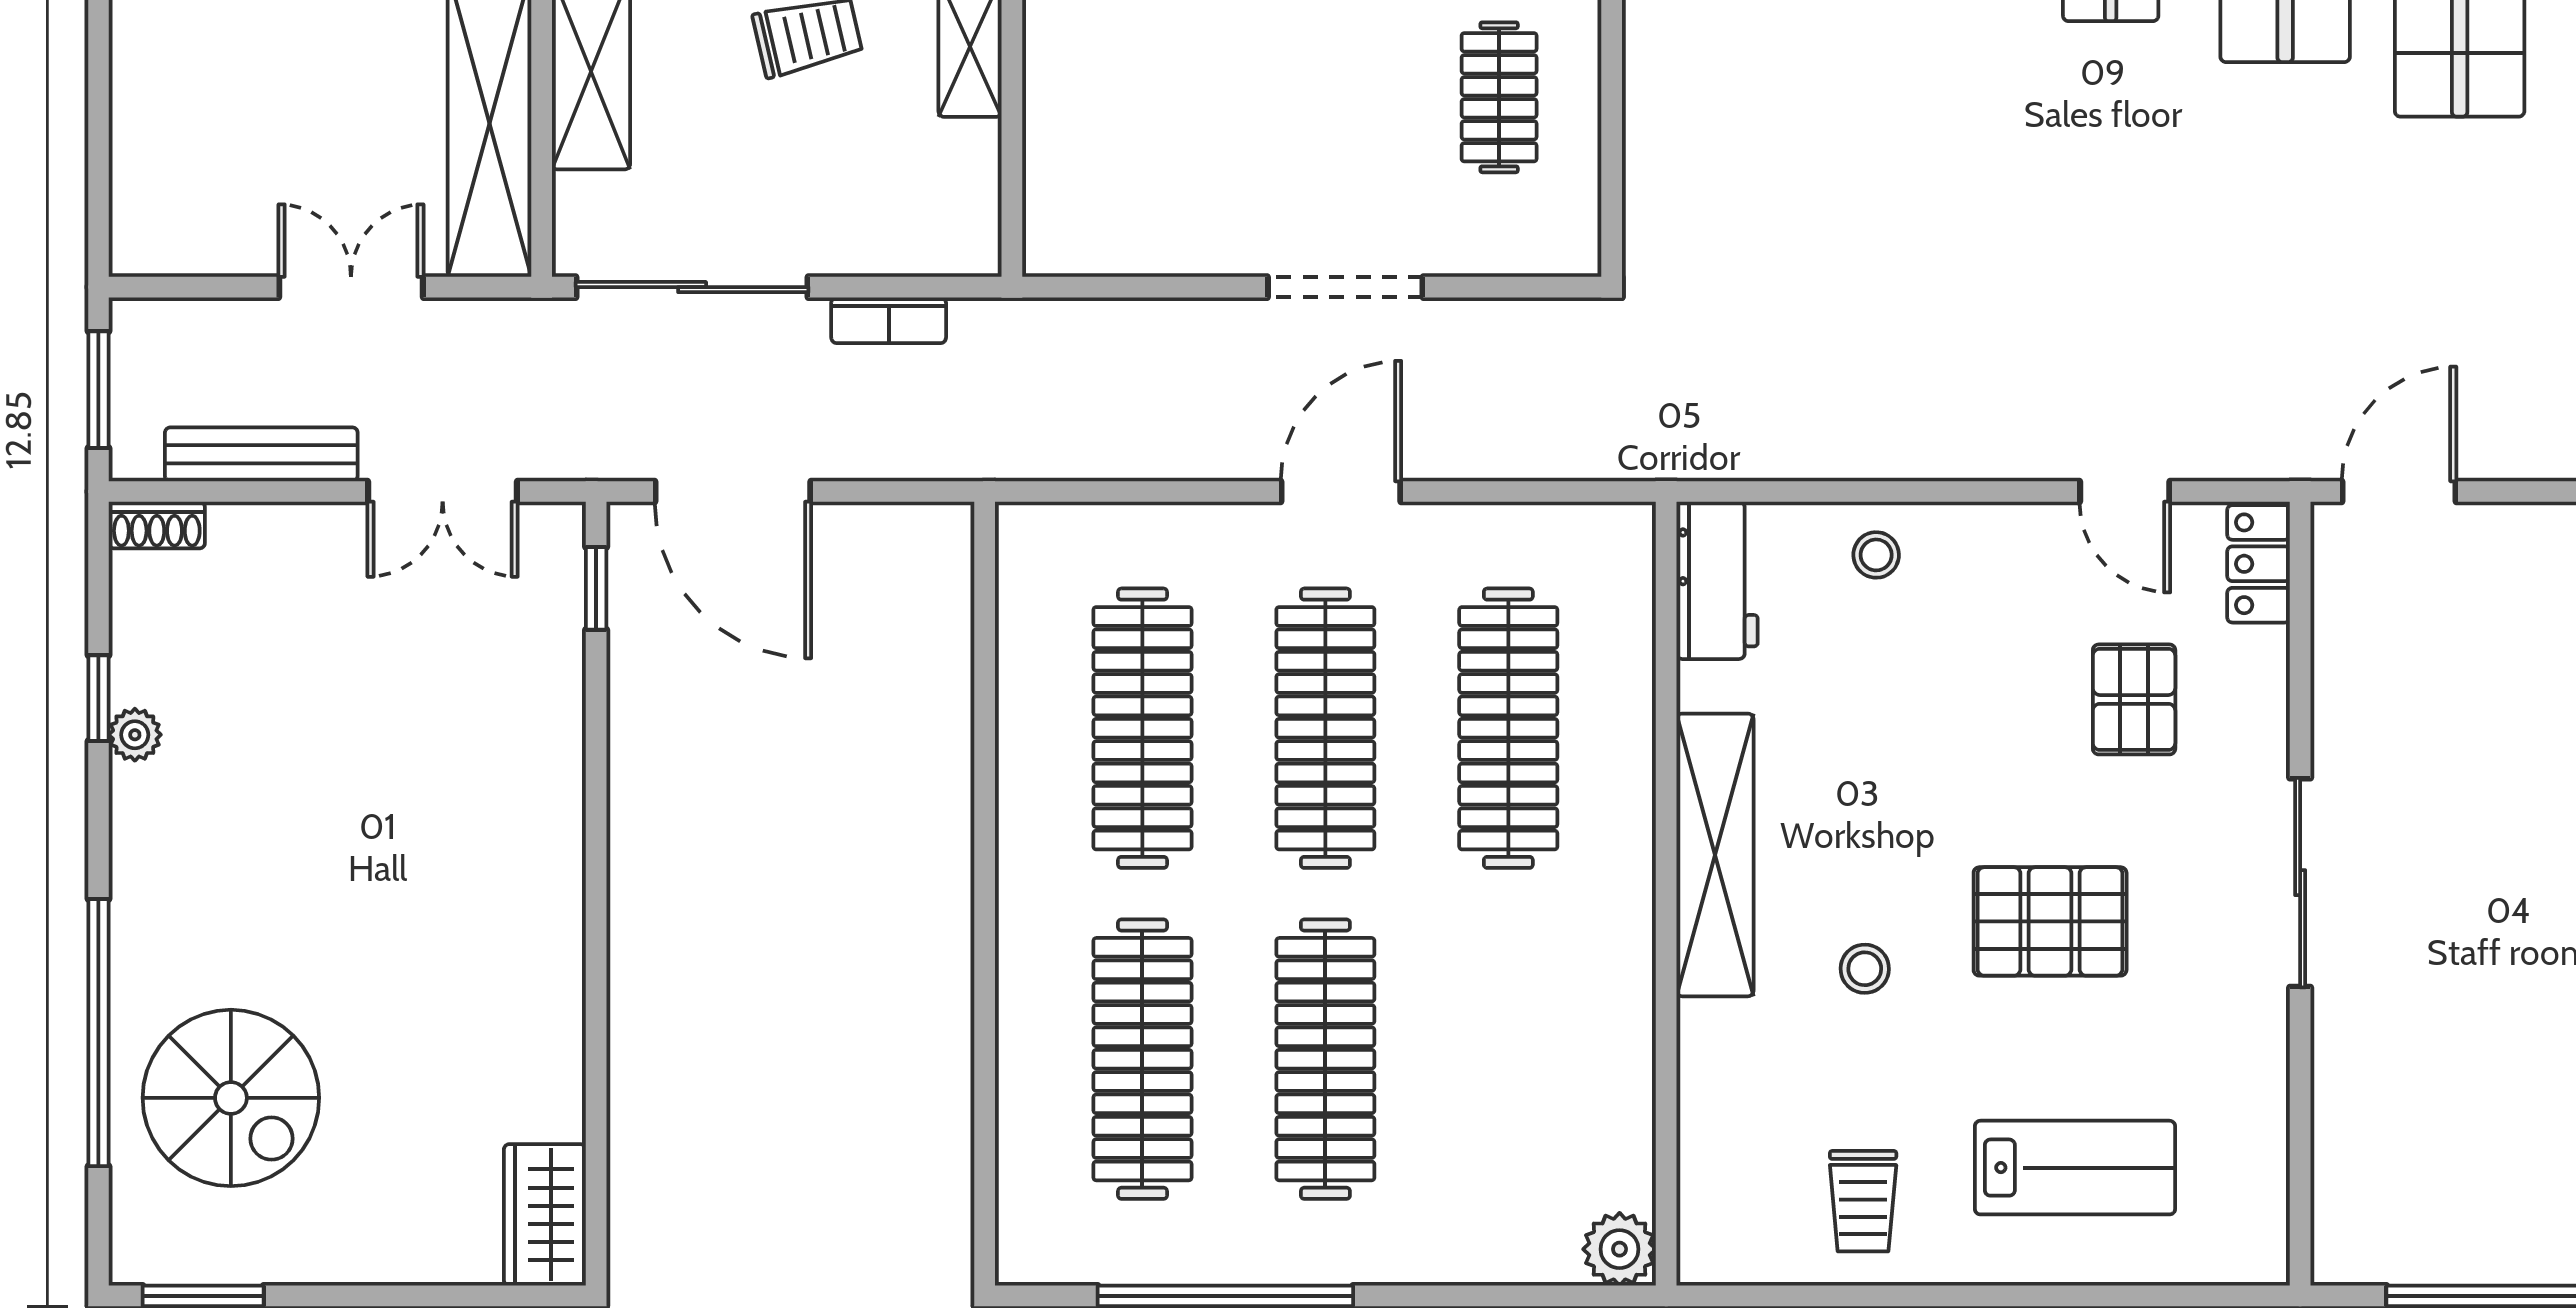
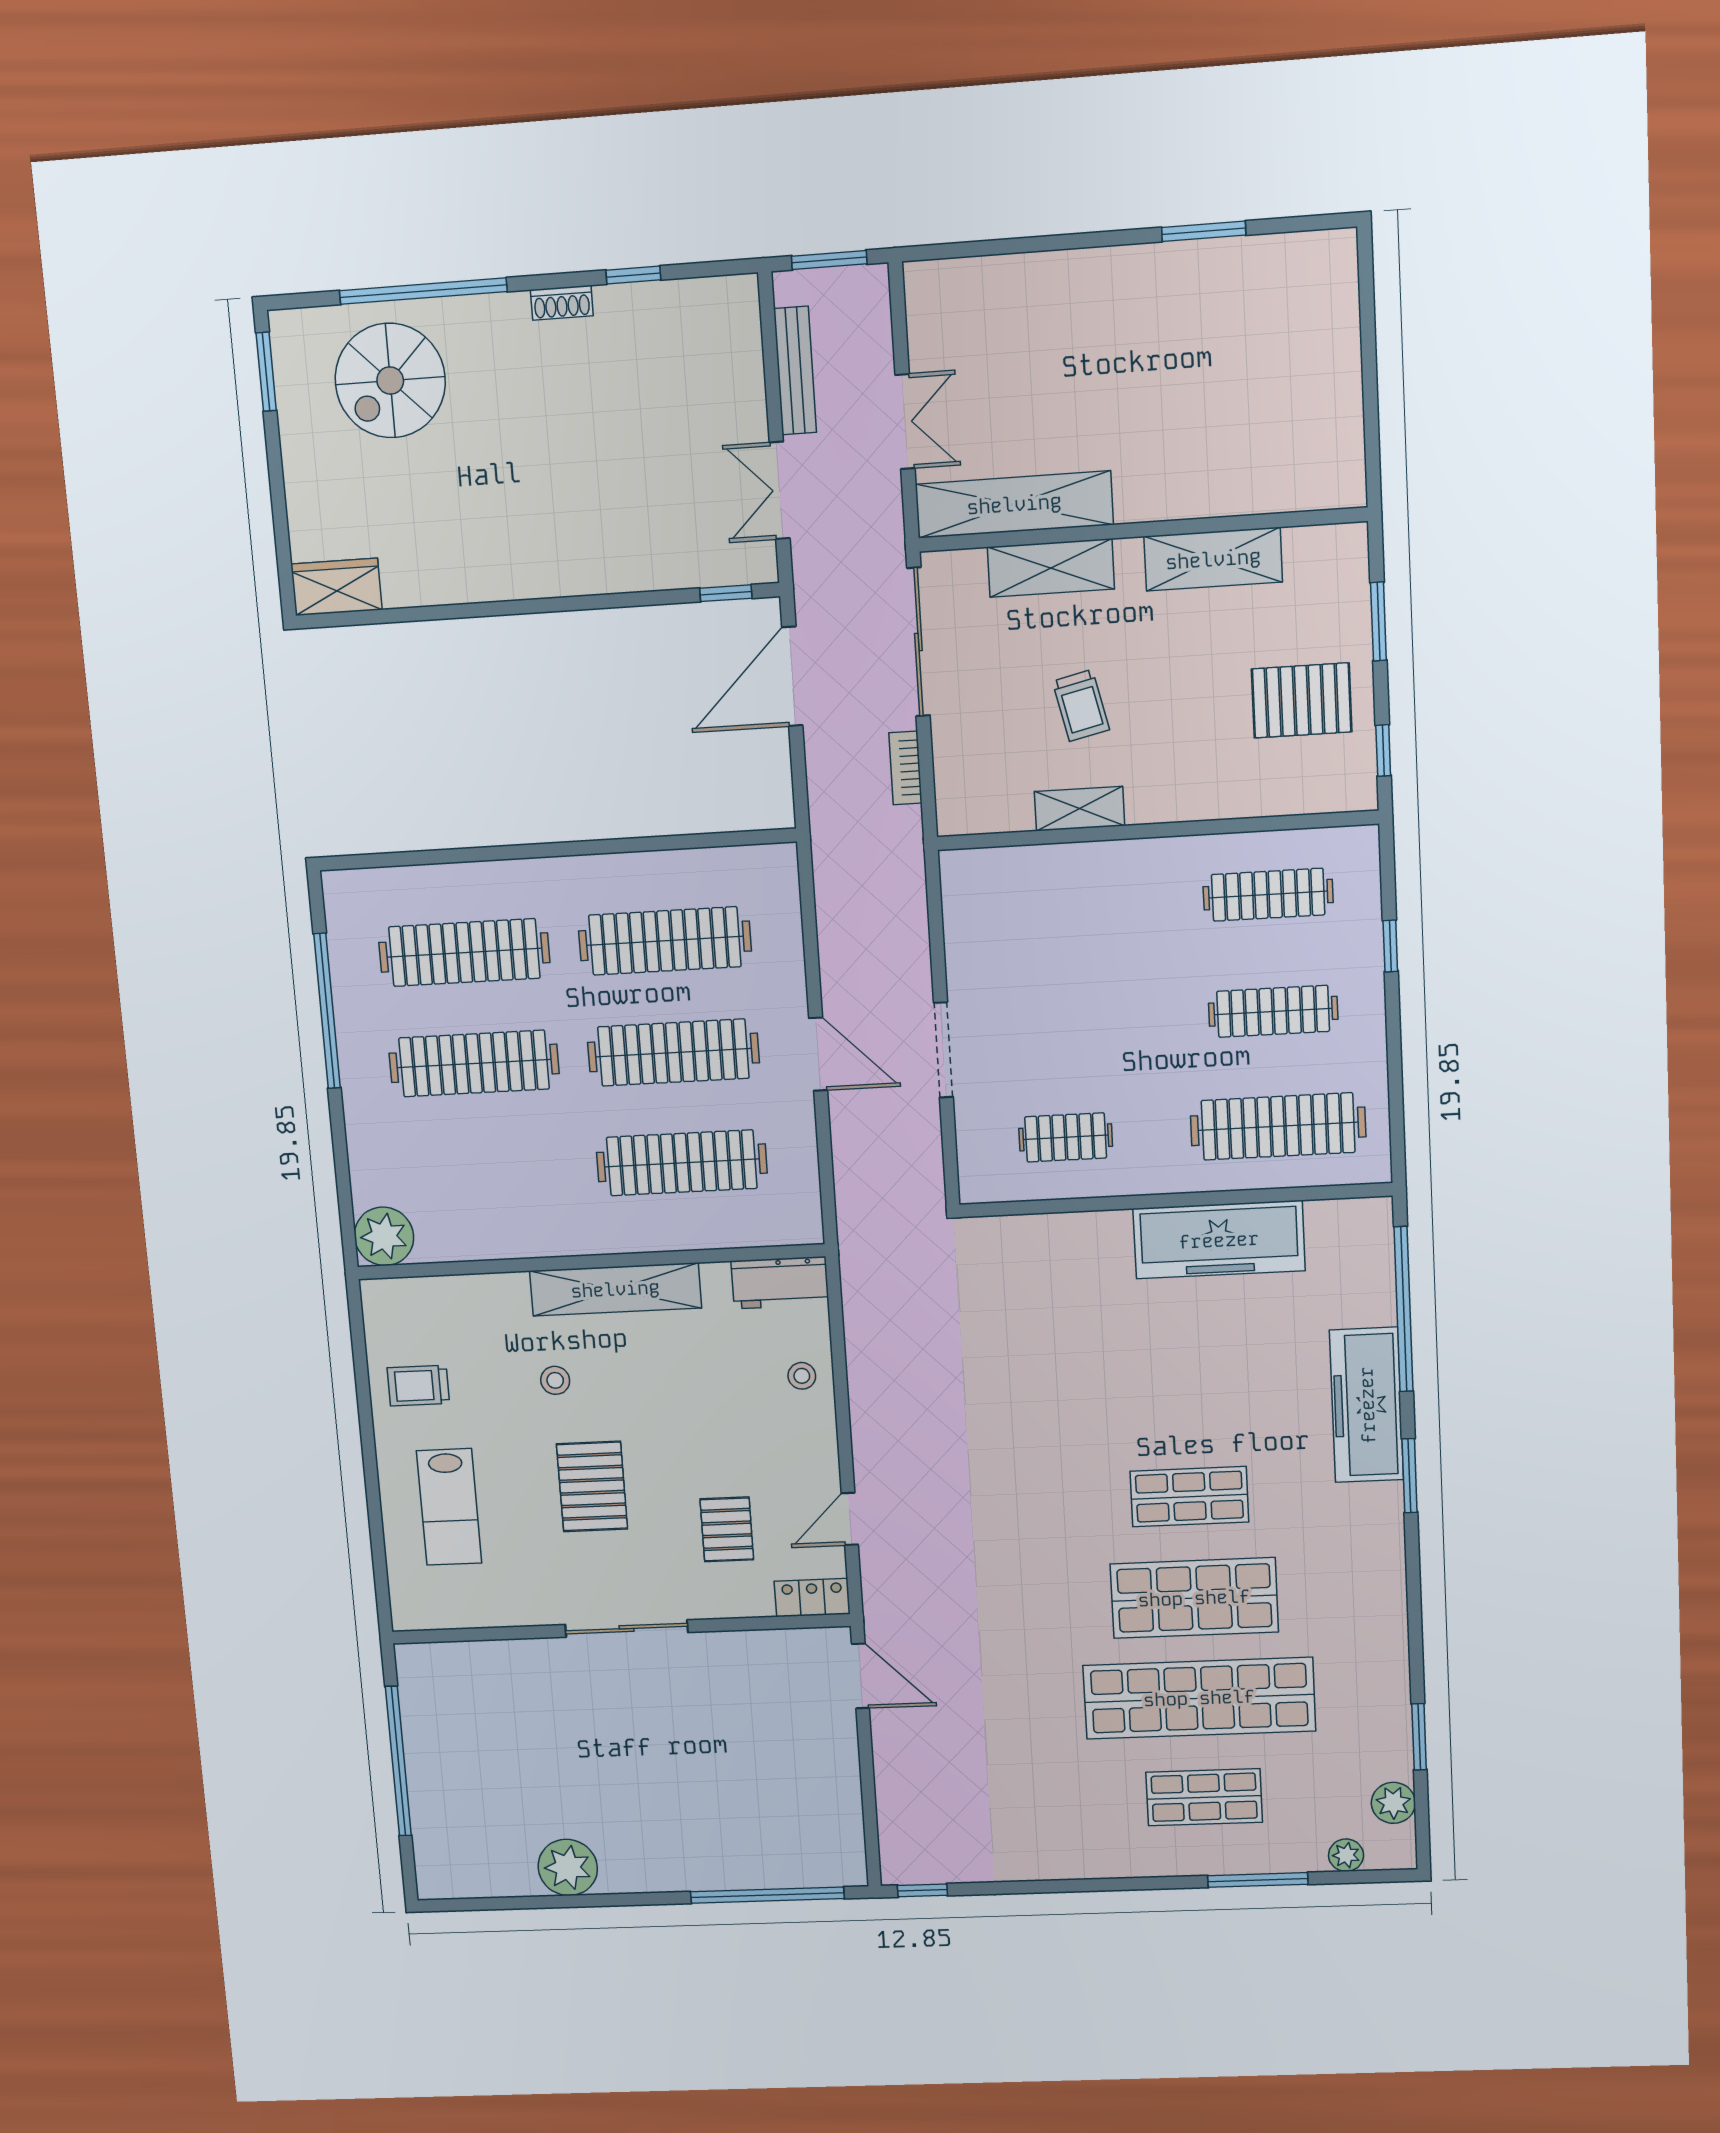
shoe rack: (157, 525) -> (562, 303), moved, turned -90
pallet: (2134, 699) -> (727, 1529), turned 90
plant: (135, 735) -> (612, 301), removed
plant: (1620, 1249) -> (384, 1236), width x1.36, depth x1.36

